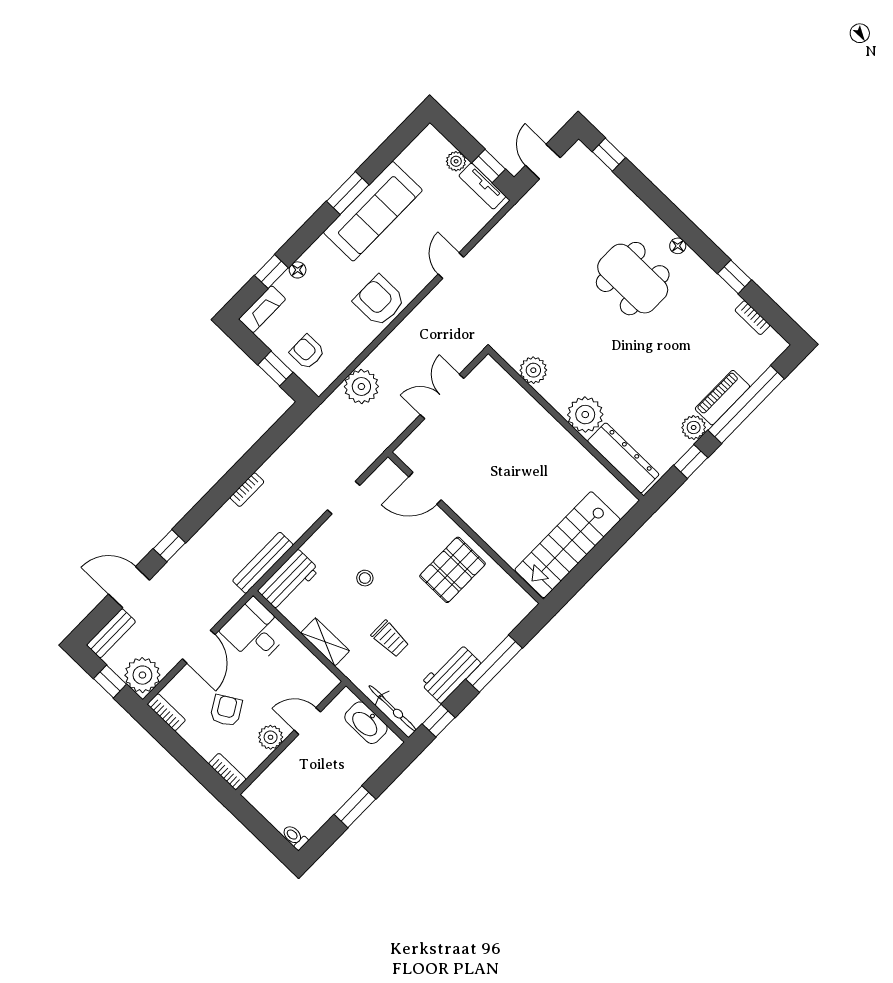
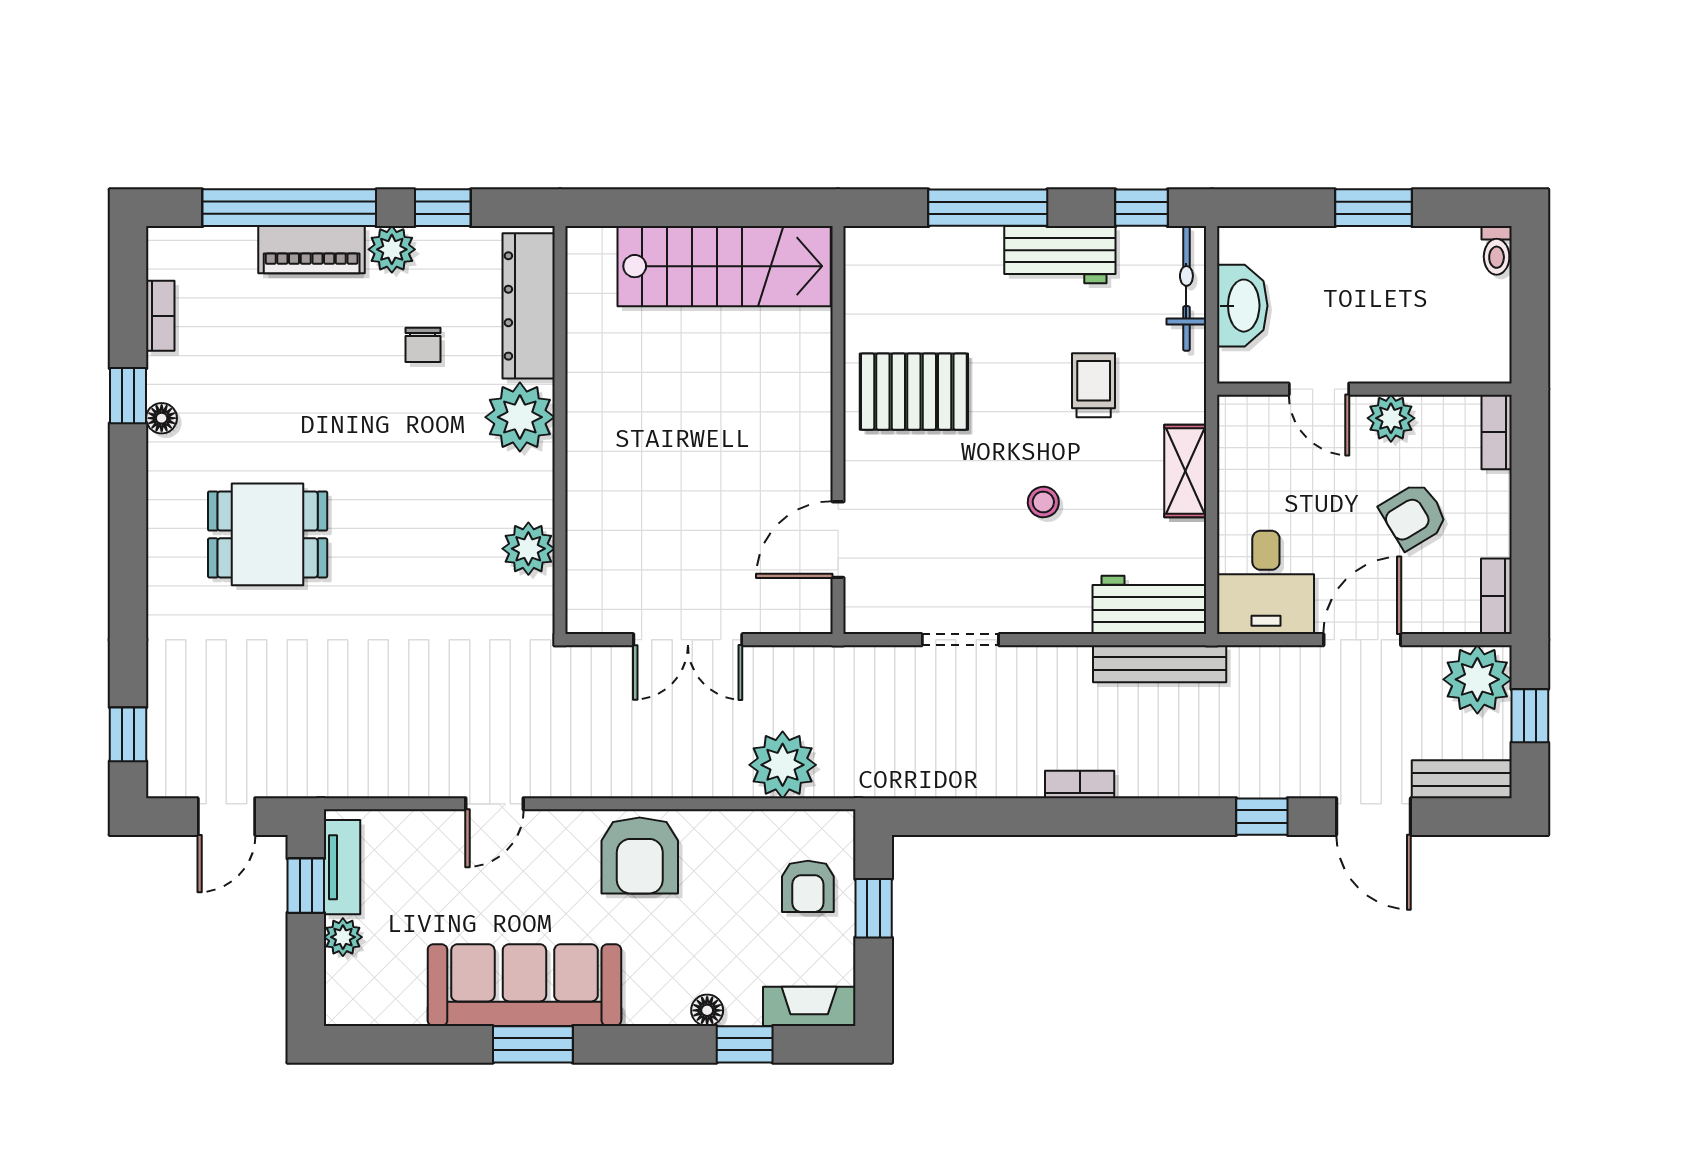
floor lamp: (678, 246) -> (162, 418), moved
dining table: (633, 279) -> (268, 534), width x0.73
chair: (647, 405) -> (423, 345), added
door: (425, 488) -> (838, 540), swing flipped

